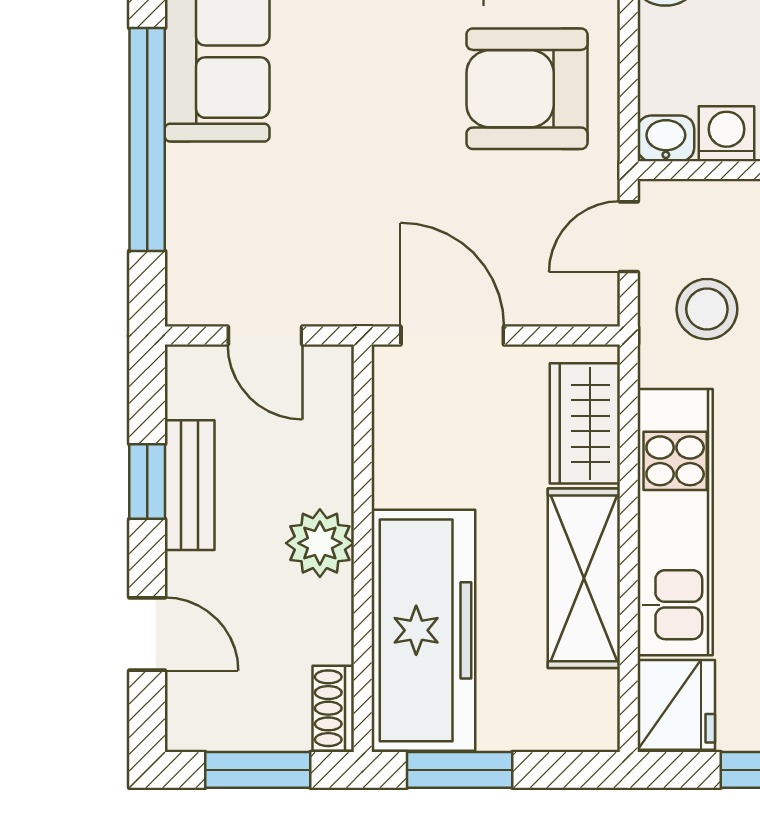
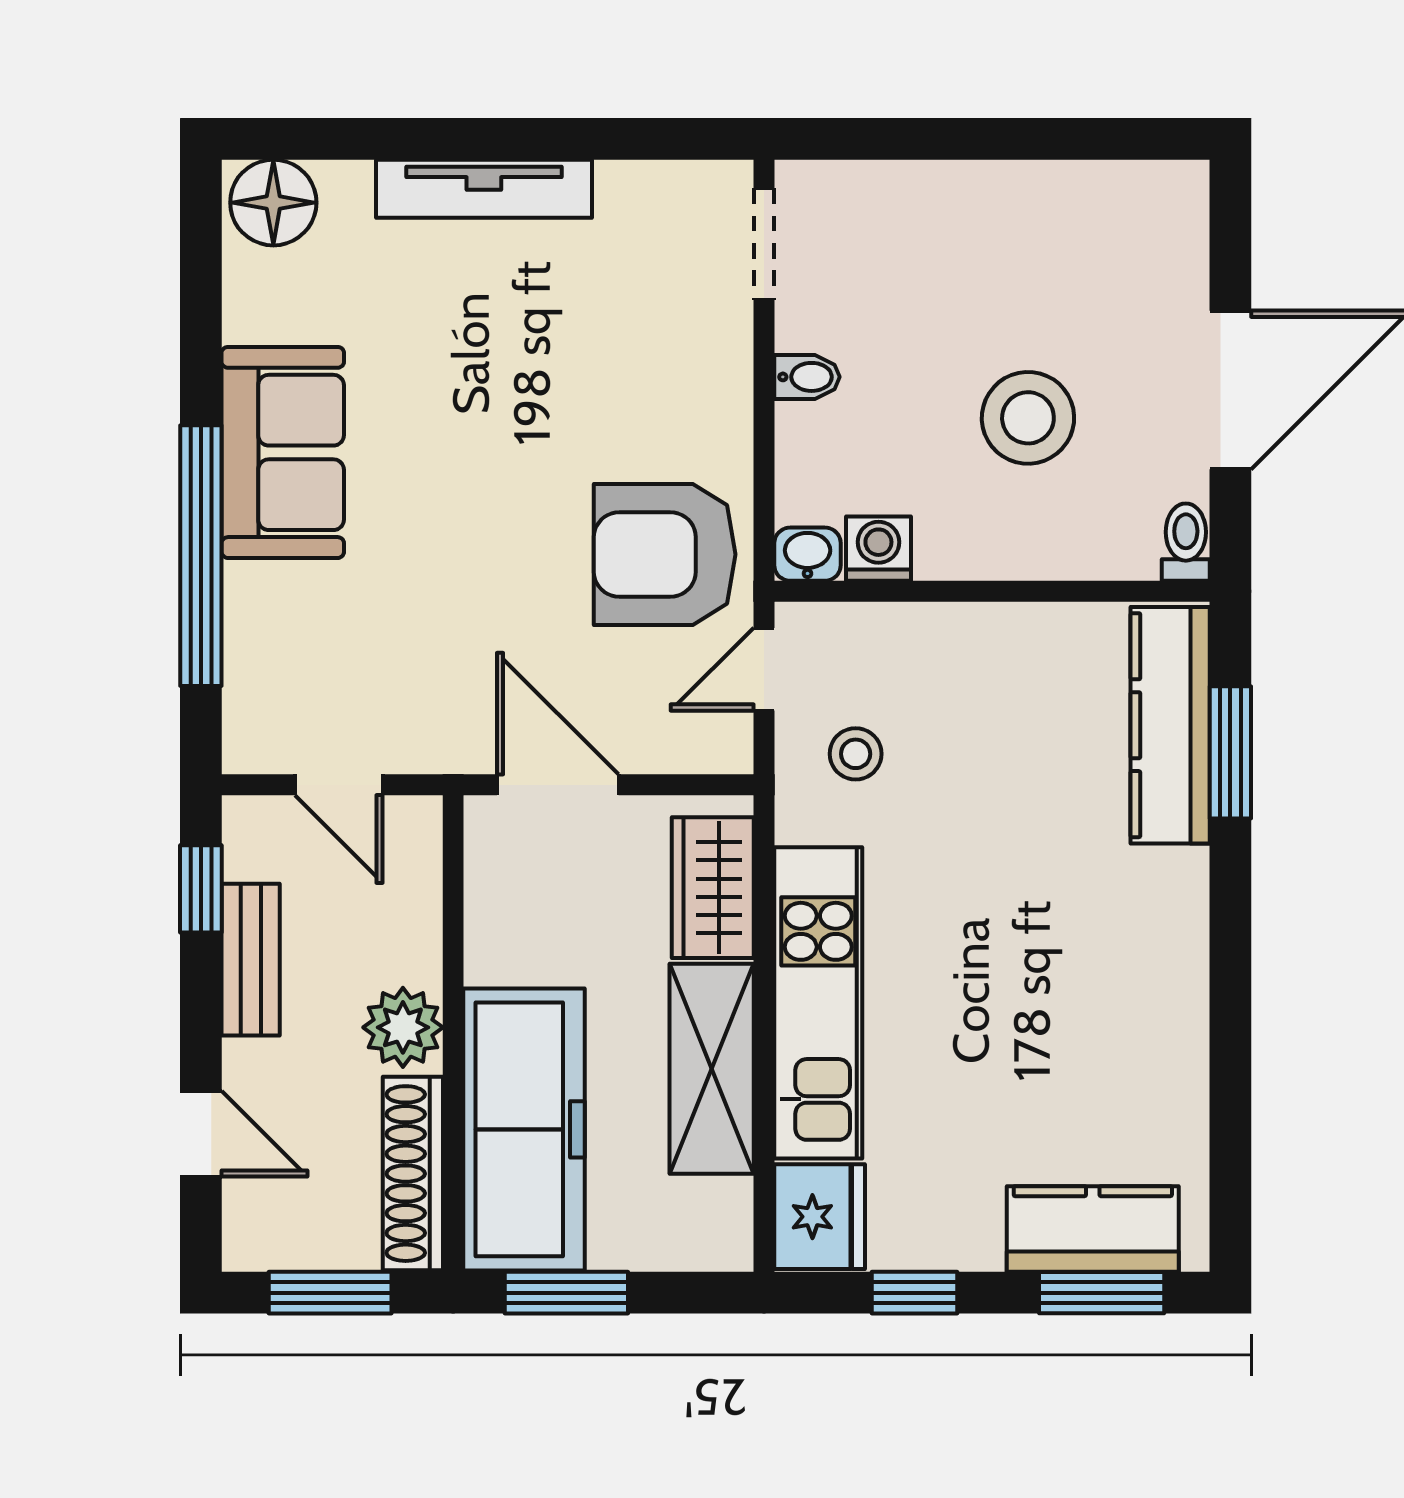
armchair: (527, 89) -> (665, 554), moved
stool: (707, 309) -> (856, 754), width x0.73, depth x0.73
window: (147, 482) -> (201, 889), moved
shoe rack: (333, 708) -> (413, 1174), width x1.94, depth x1.24

